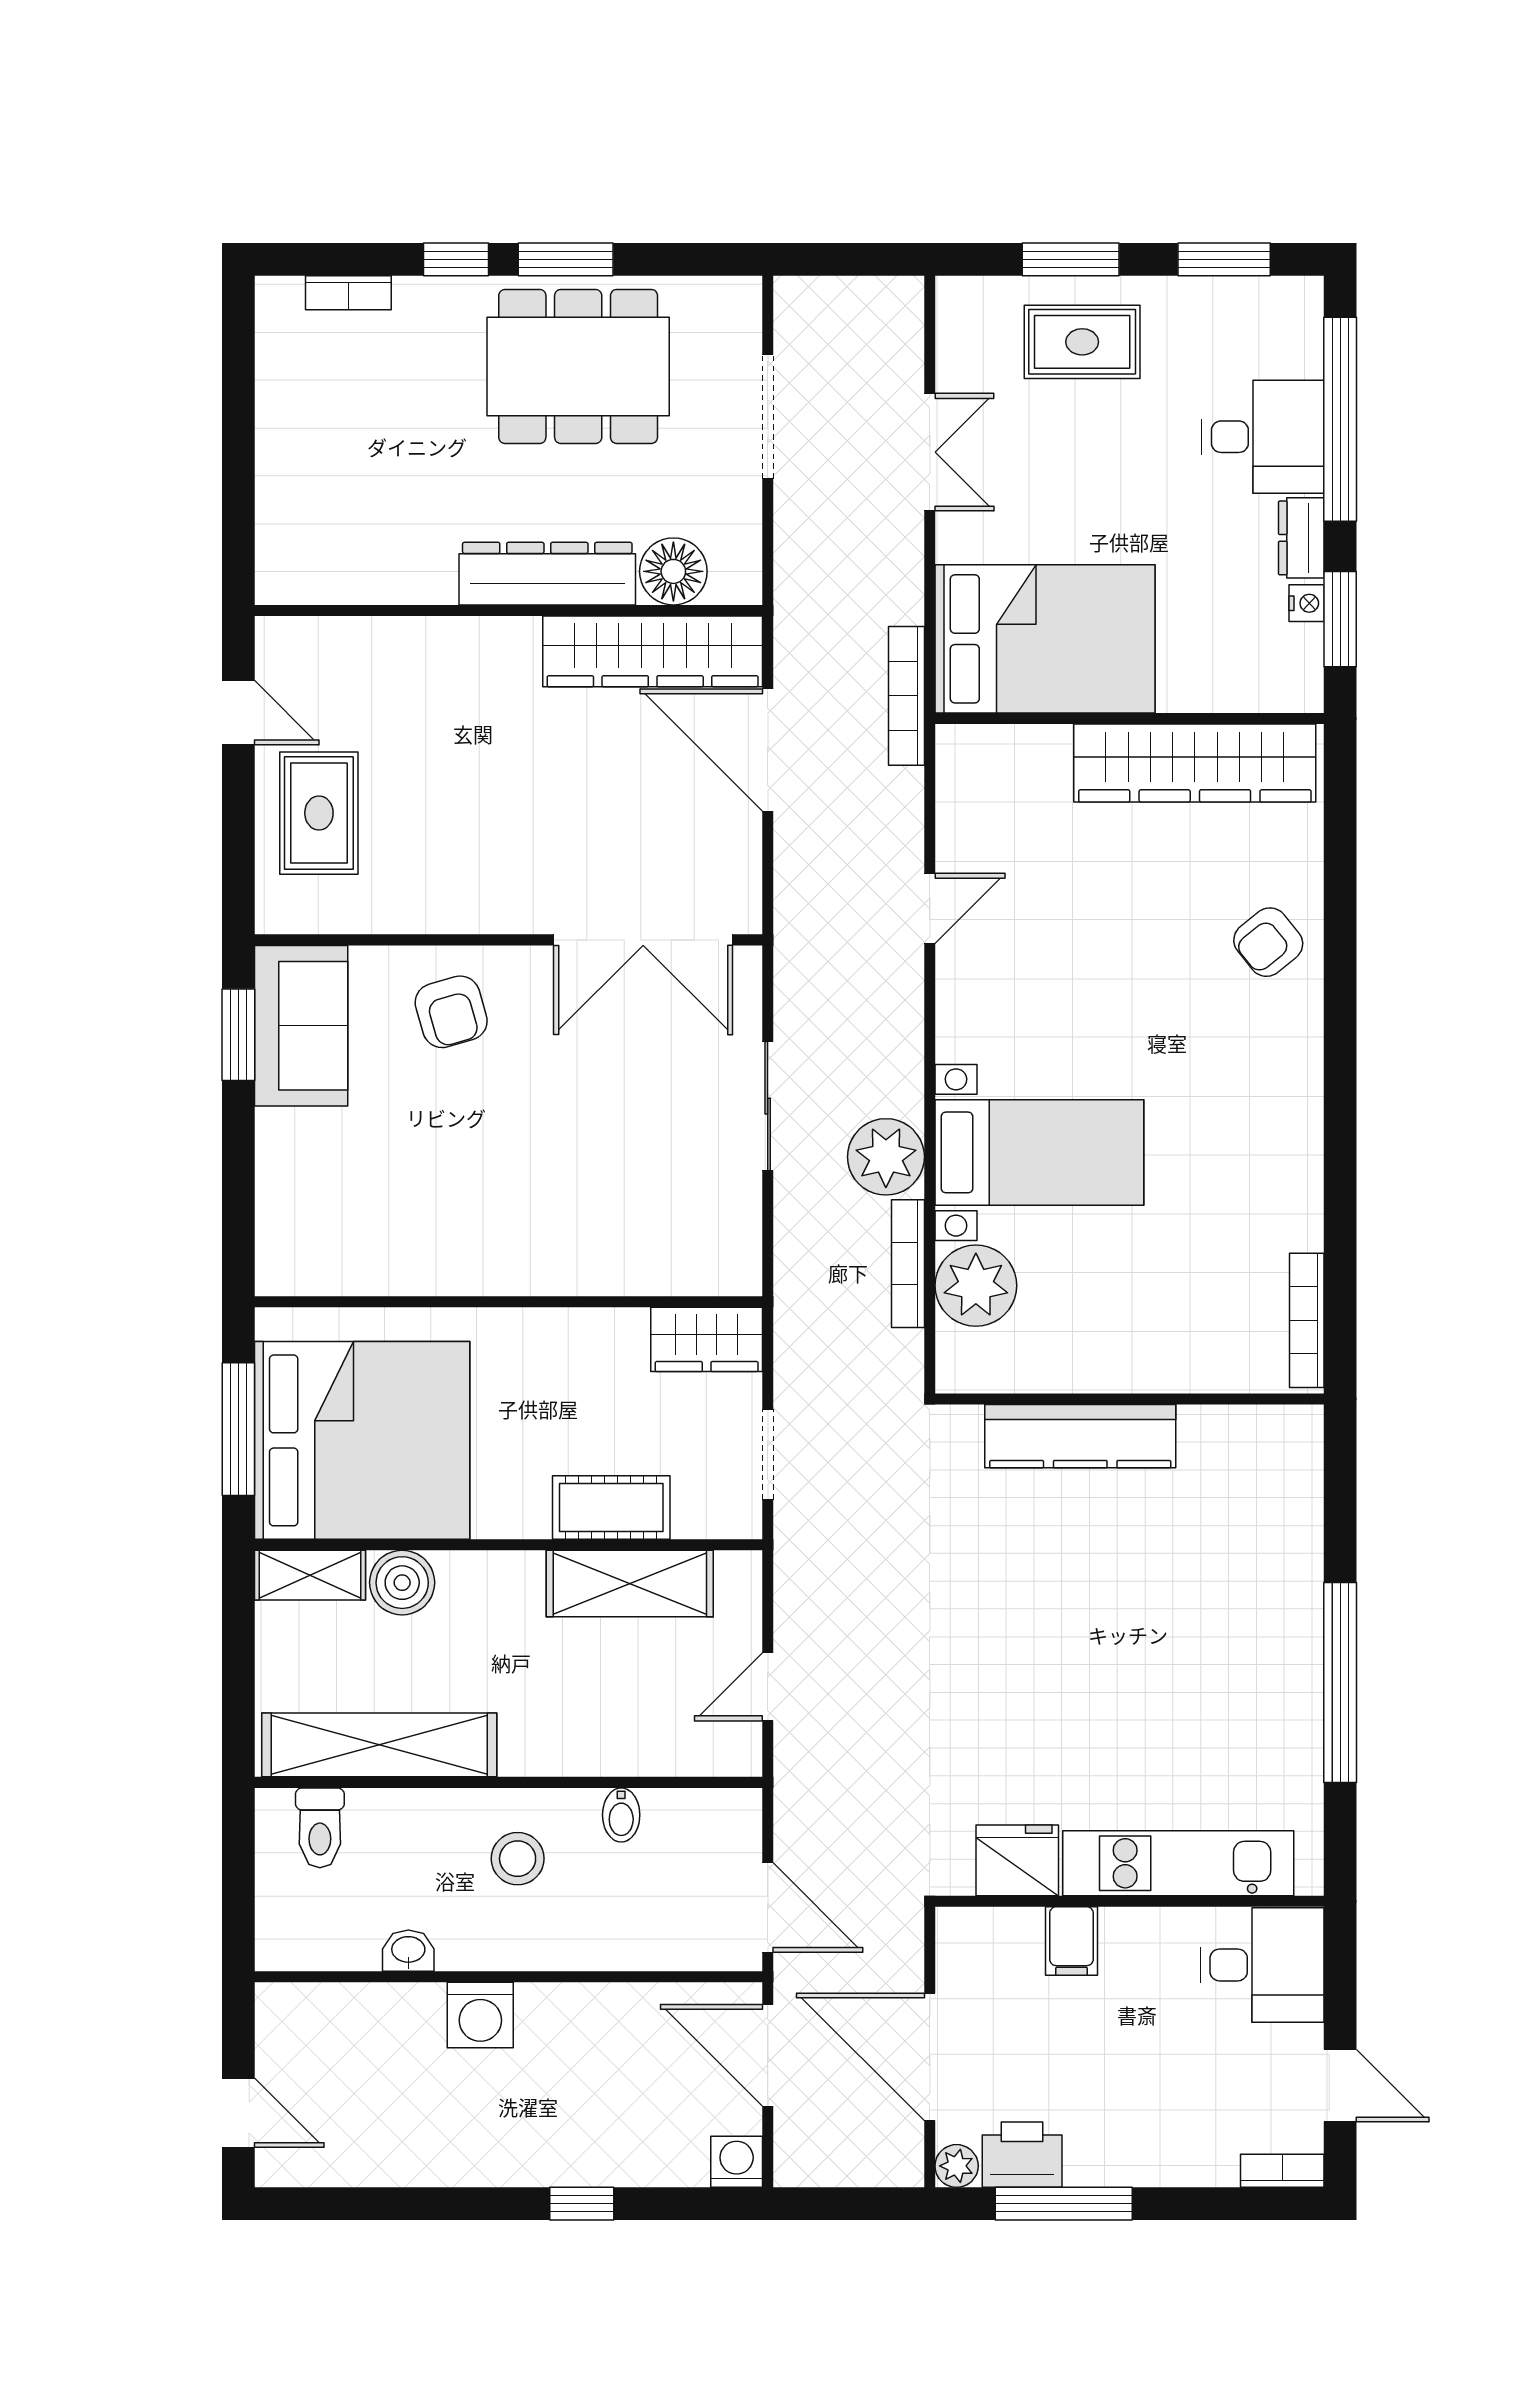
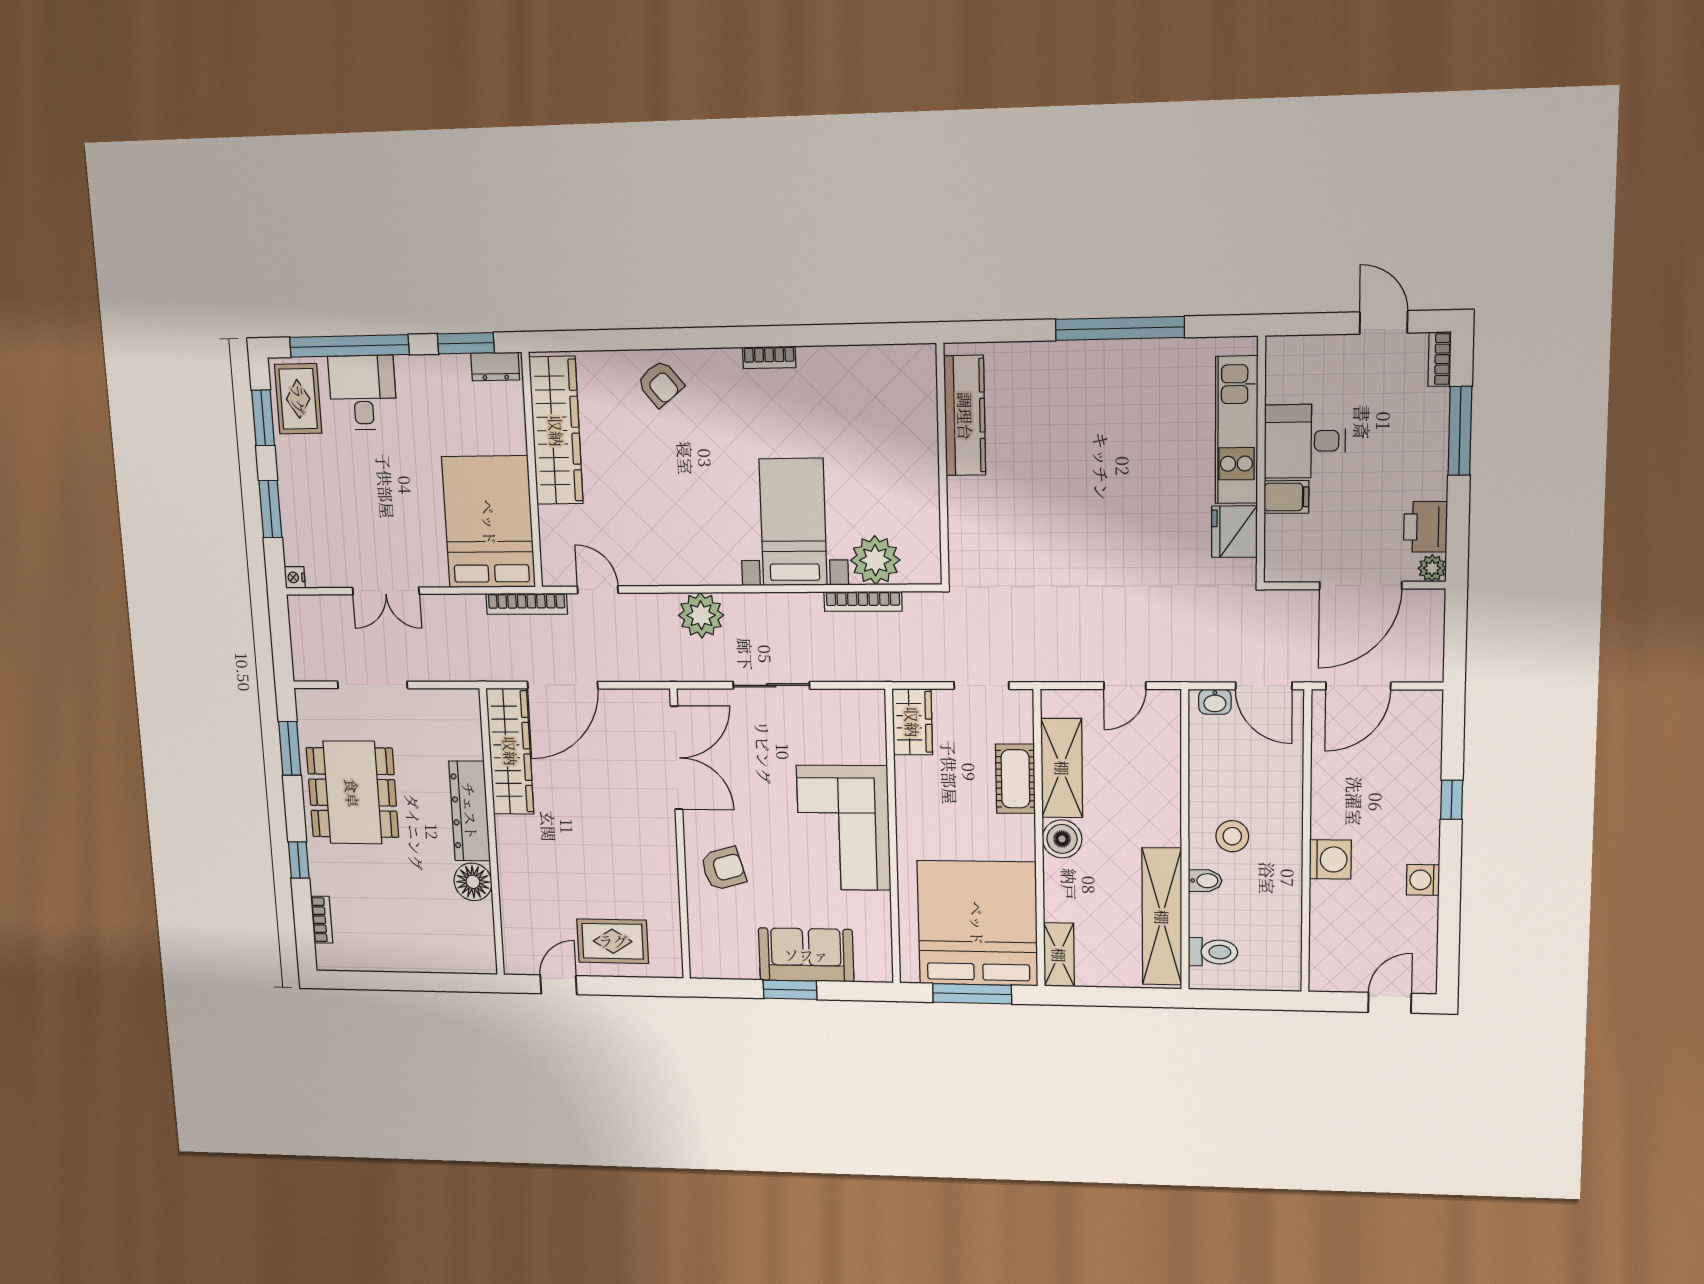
window: (566, 259) -> (290, 748), moved
rug: (1082, 342) -> (298, 399), moved
double door: (930, 452) -> (386, 591), swing flipped
dresser: (1301, 538) -> (495, 367), moved
floor lamp: (673, 571) -> (473, 882), moved
nightstand: (1306, 603) -> (295, 577), moved, turned -90
door: (930, 908) -> (598, 590), moved
sofa: (301, 1026) -> (806, 955), moved
window: (238, 1035) -> (790, 990), moved
plant: (886, 1157) -> (701, 615), moved
corner sofa: (525, 1220) -> (844, 828), added
bookcase: (1307, 1320) -> (769, 357), moved, width x0.64
kitchen counter: (1080, 1436) -> (965, 416), moved
boiler: (402, 1583) -> (1062, 839), moved
door: (768, 1687) -> (1125, 686), hinge flipped
bidet: (621, 1815) -> (1205, 881), moved
door: (768, 1908) -> (1264, 686), swing flipped
washbasin: (408, 1951) -> (1215, 702), moved, turned -90
desk: (1262, 1965) -> (1305, 441), moved, turned -90
door: (1340, 2086) -> (1384, 322), hinge flipped
washing machine: (737, 2162) -> (1423, 880), moved
window: (1064, 2204) -> (1460, 431), moved

